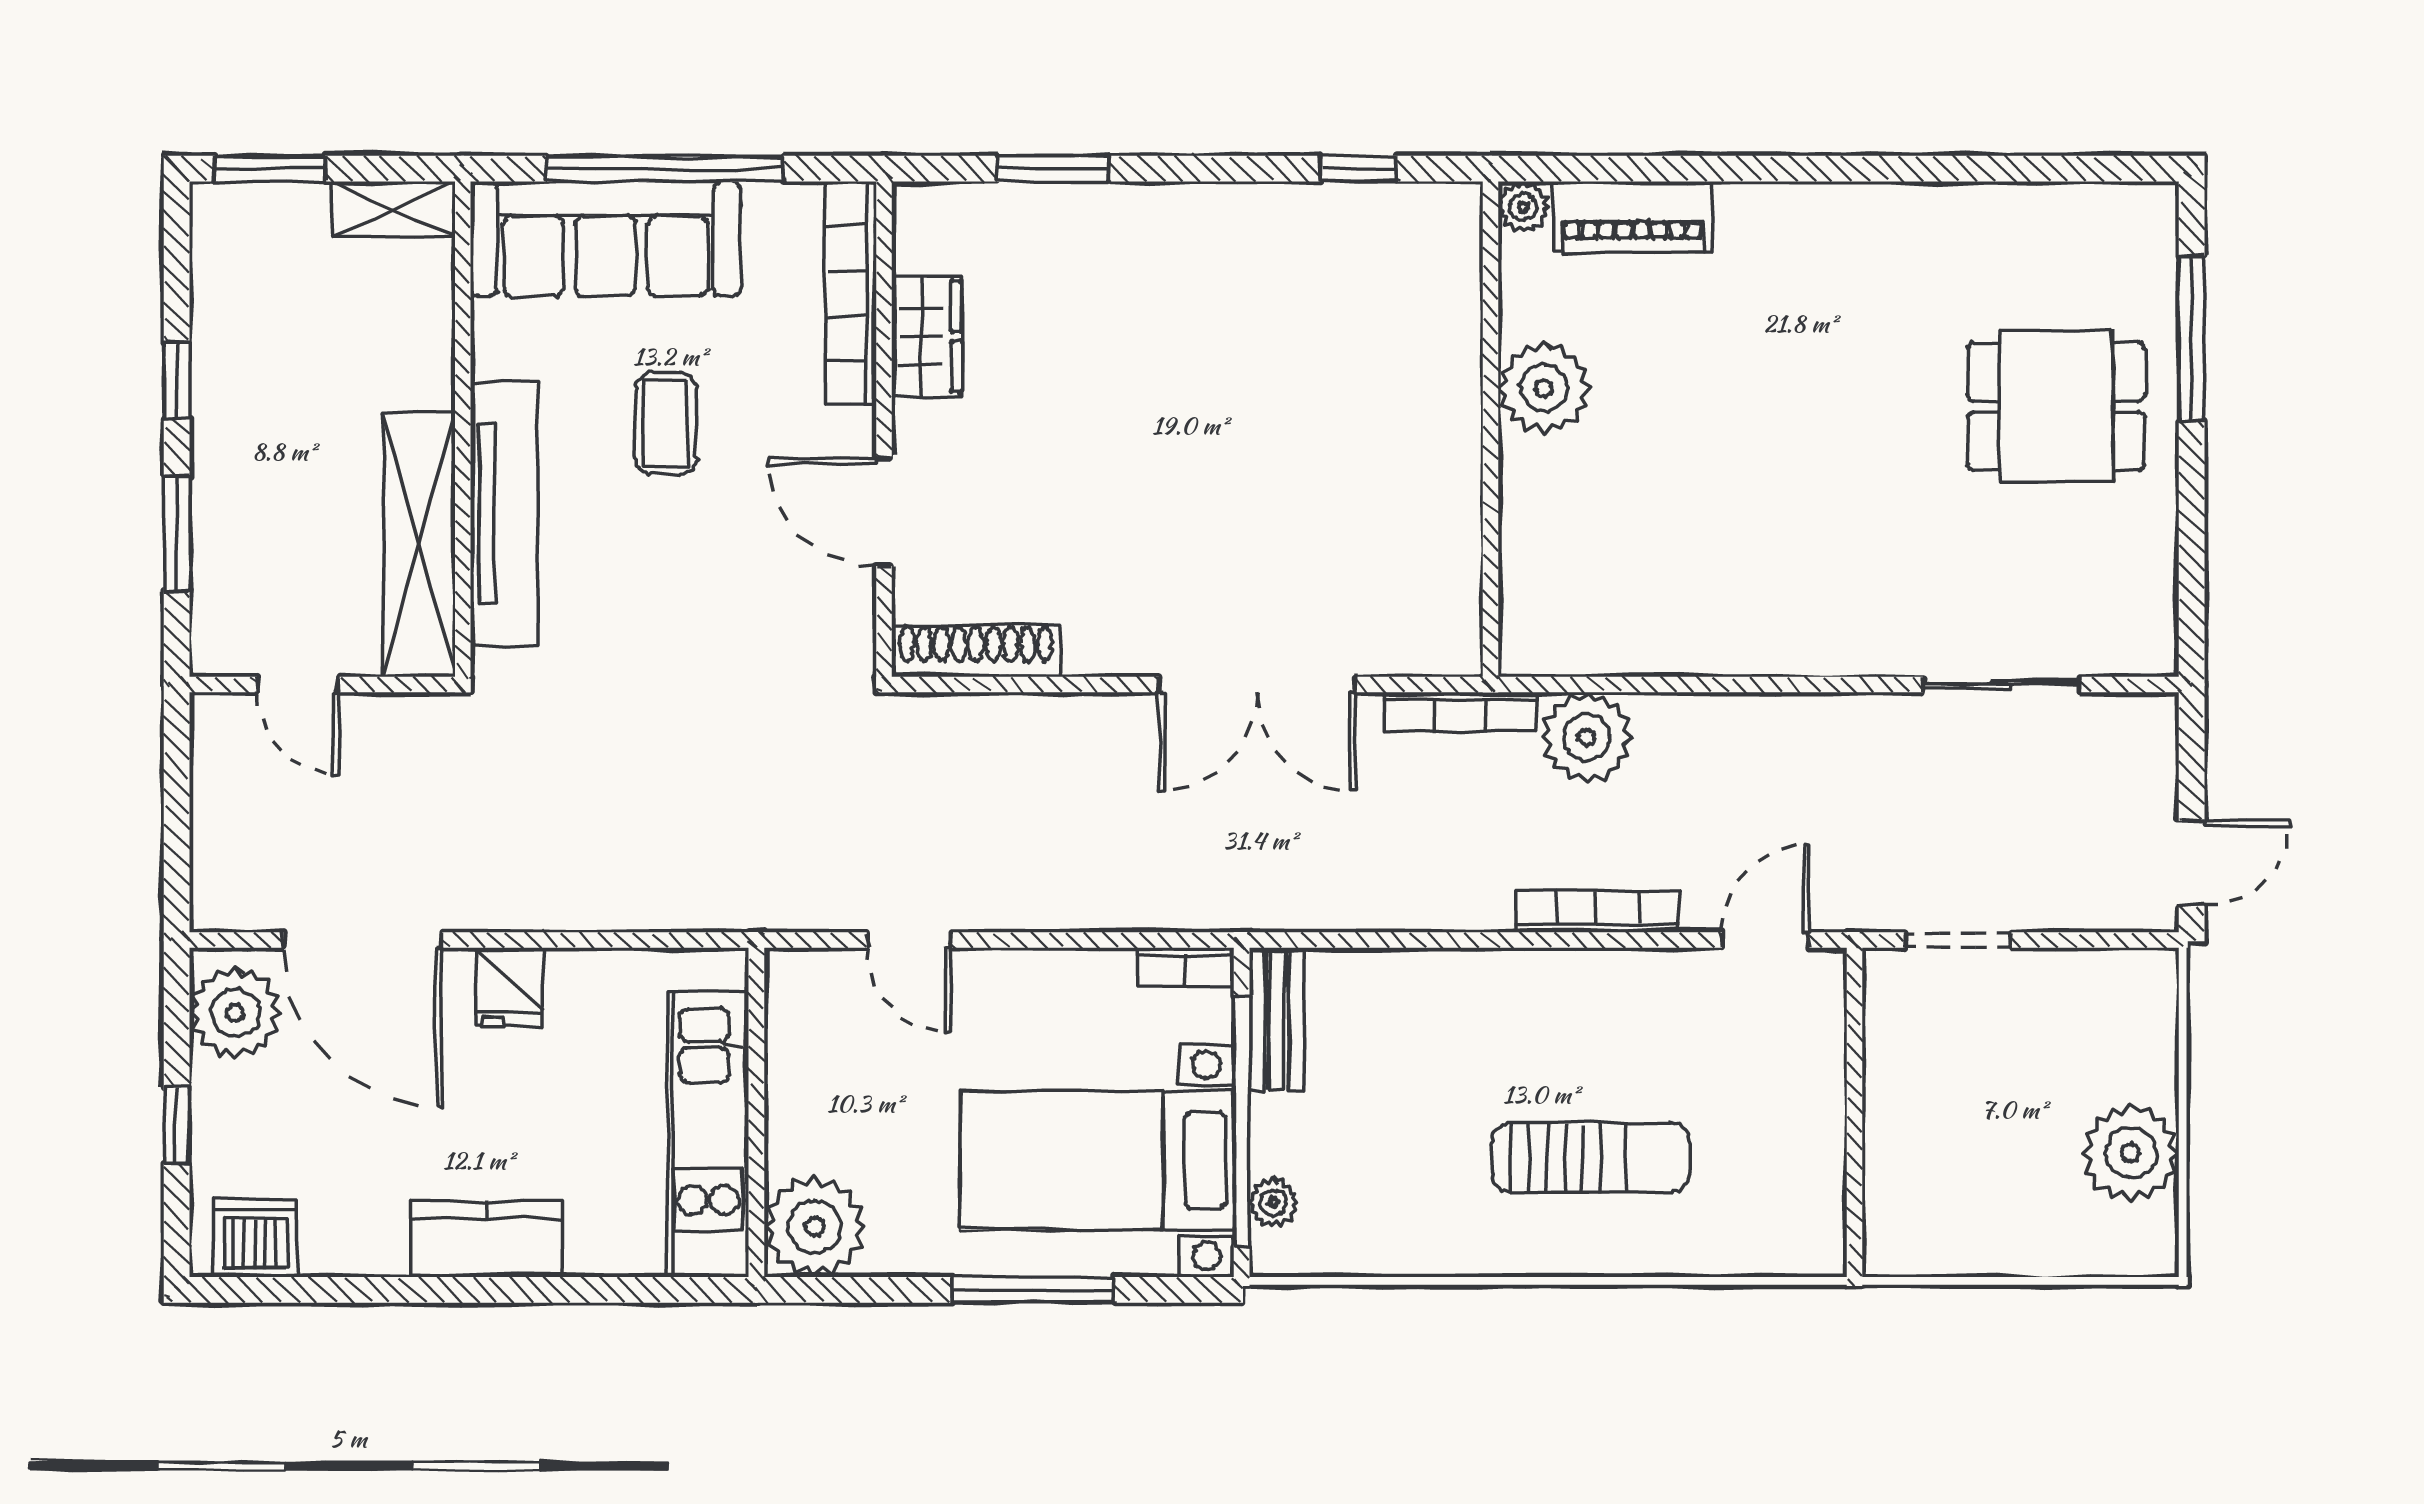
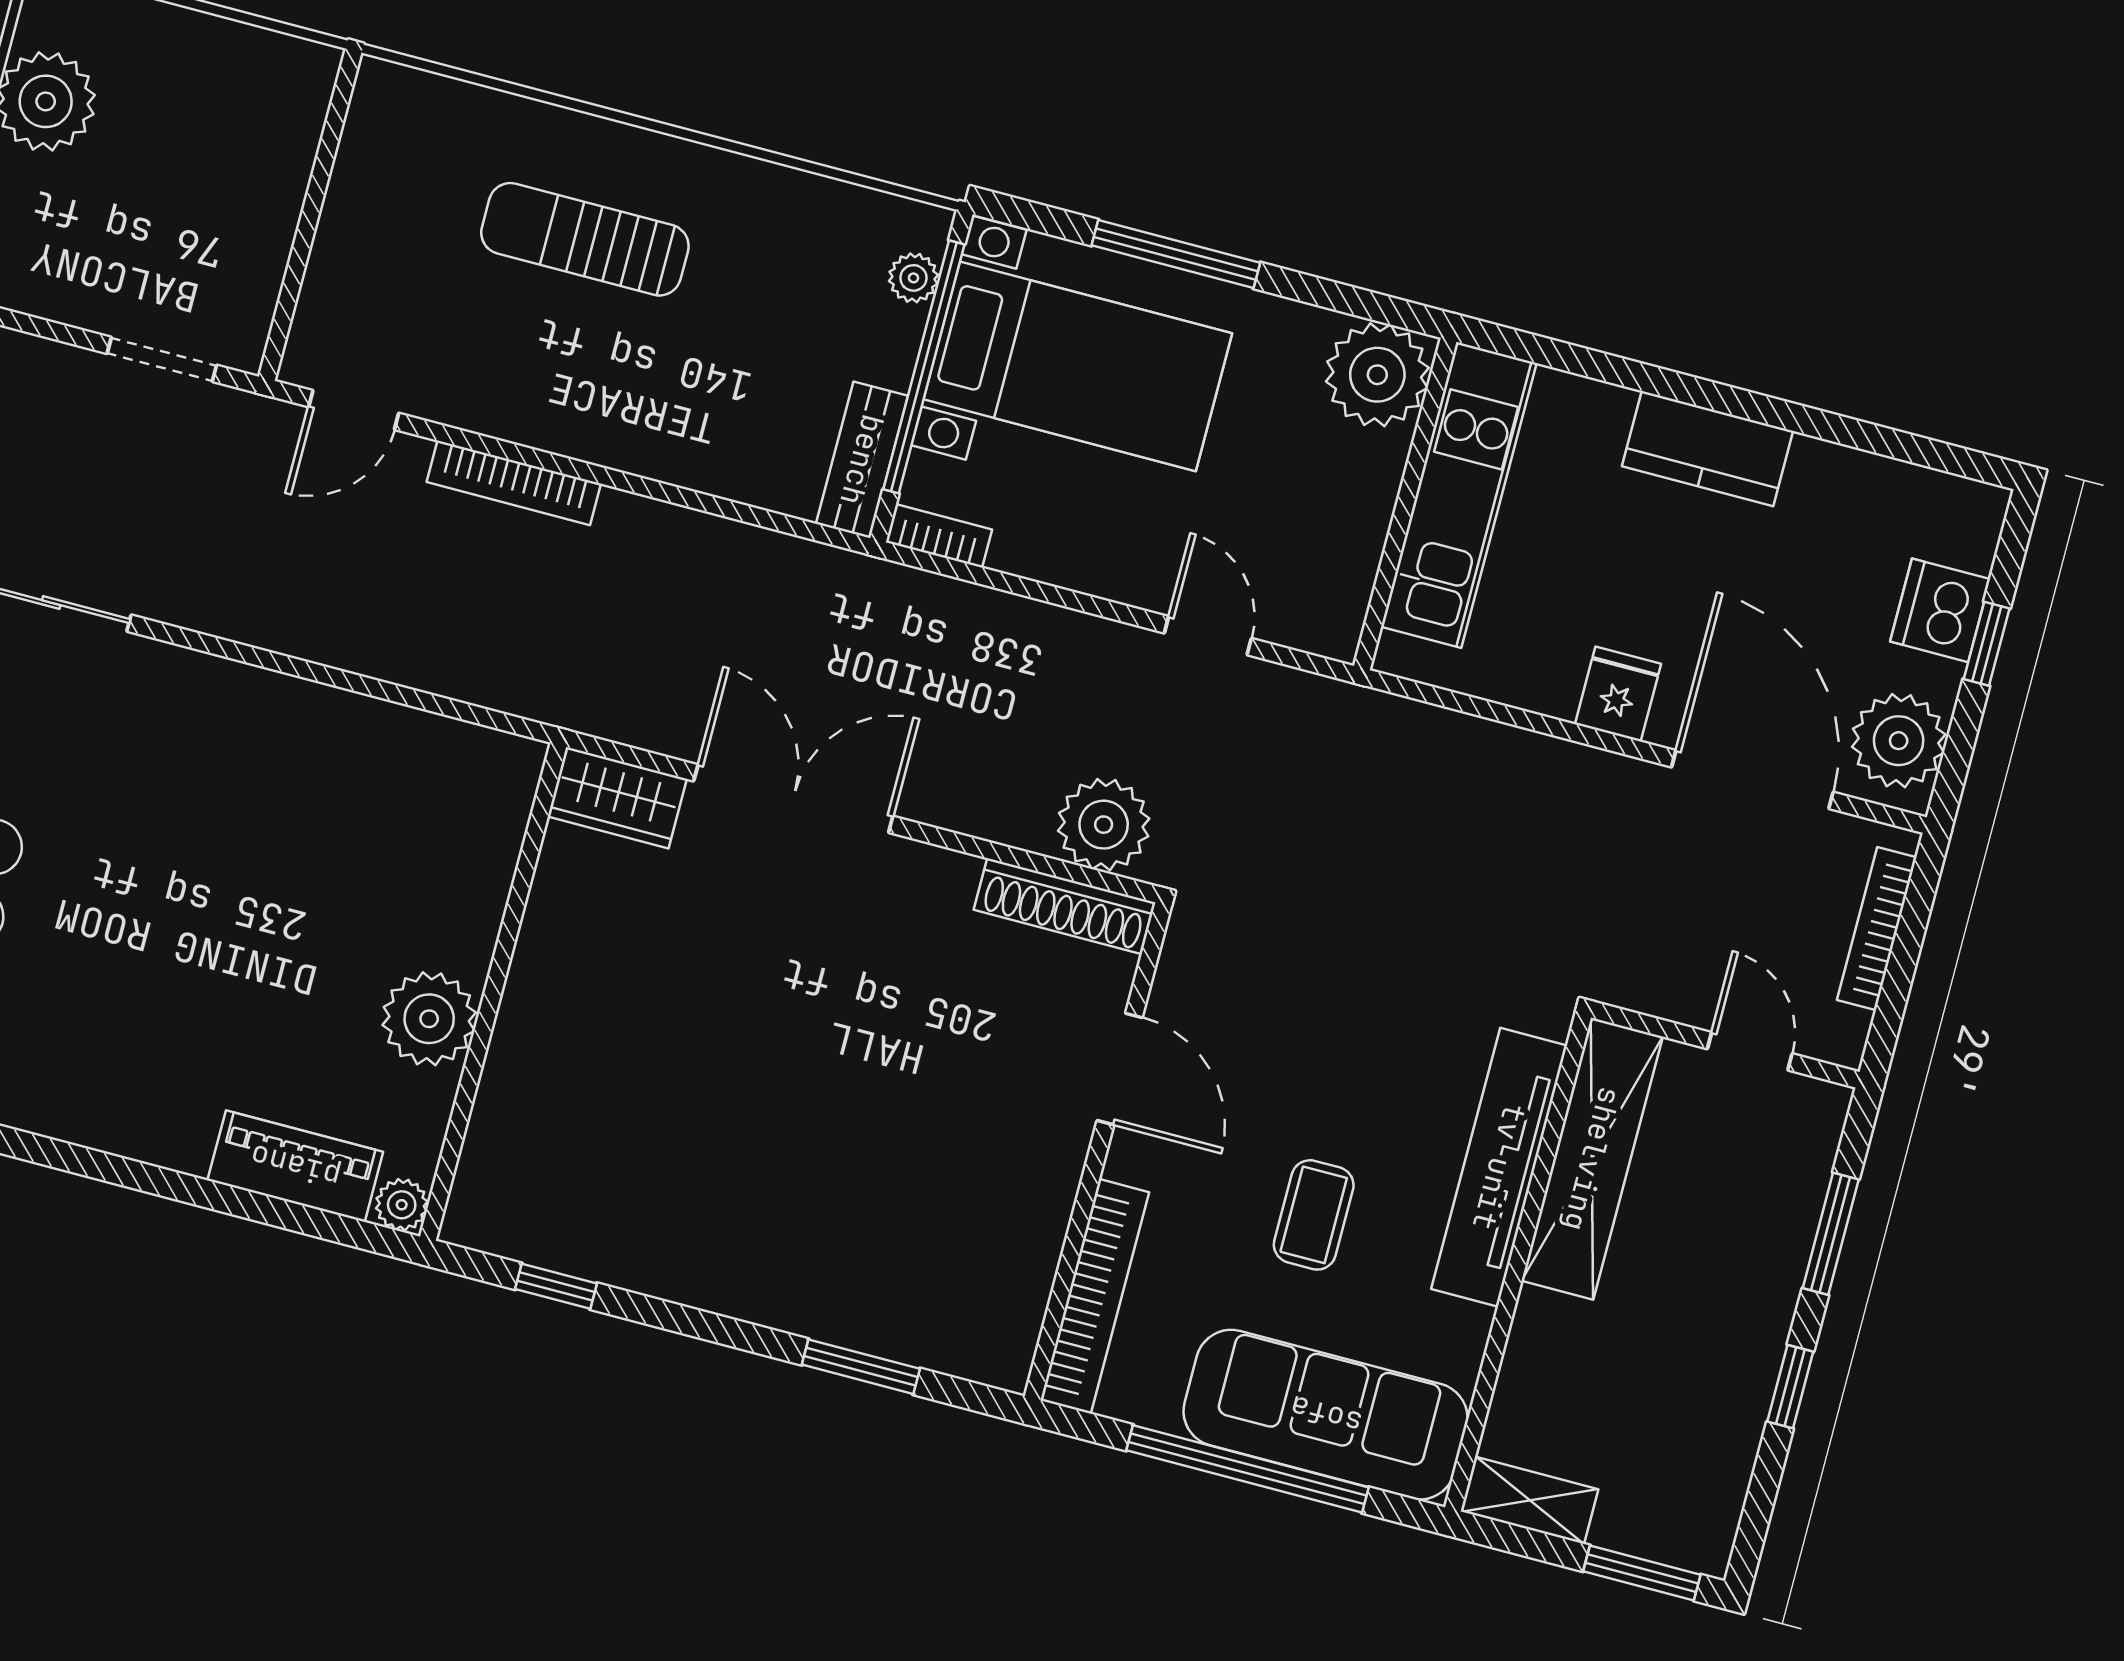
wardrobe: (927, 336) -> (617, 798), moved, turned -90
bookcase: (1460, 712) -> (1877, 929), moved, turned -90
plant: (1587, 737) -> (1104, 825), moved
dishwasher: (255, 1238) -> (1940, 610), moved, turned 90

